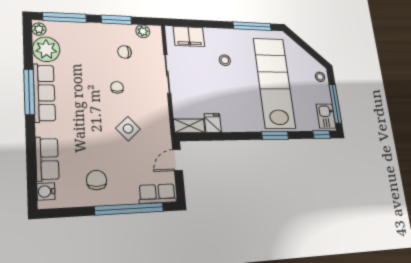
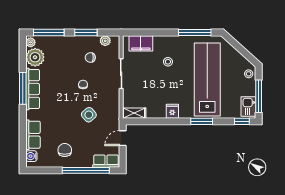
fridge: (213, 123) -> (172, 111), moved

